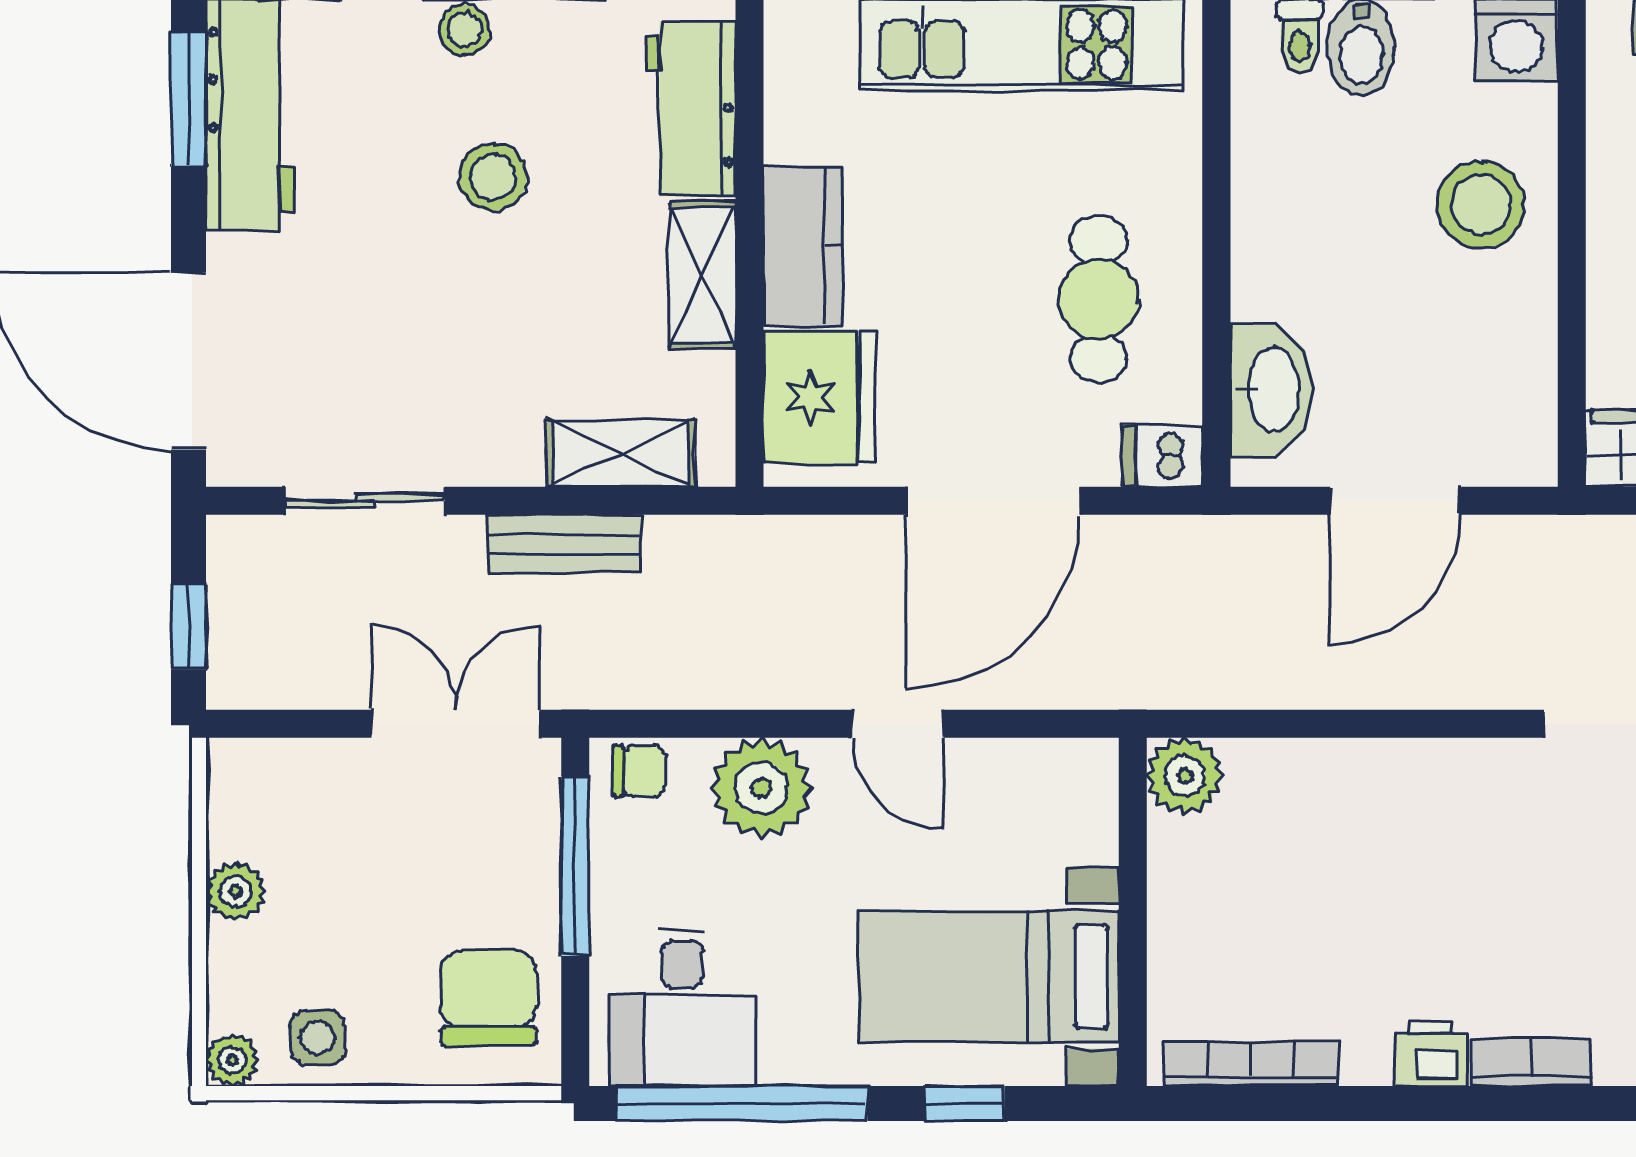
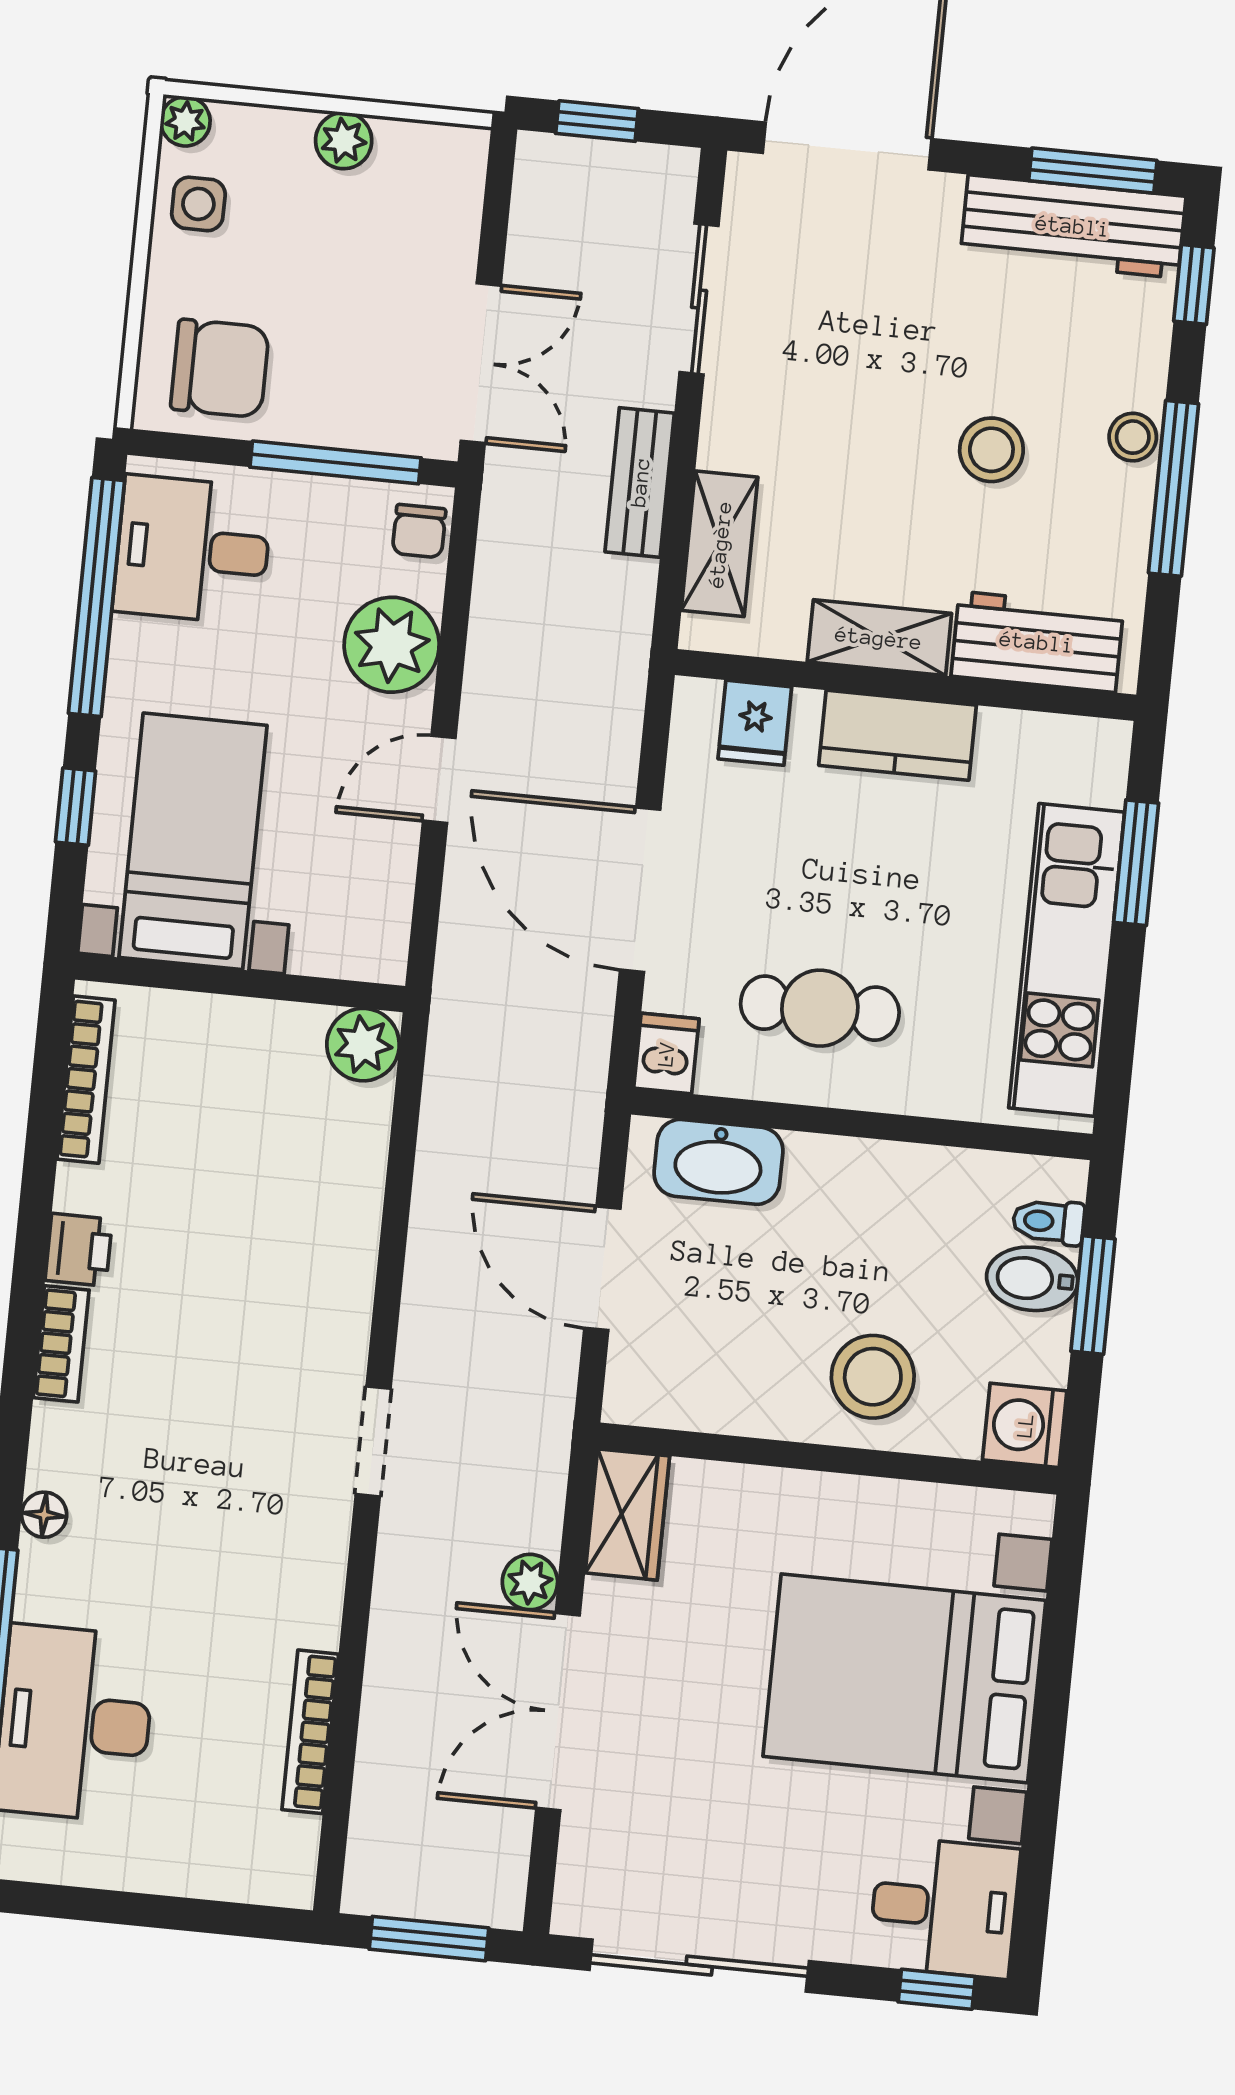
fridge: (819, 398) -> (755, 723), width x0.53, depth x0.75

